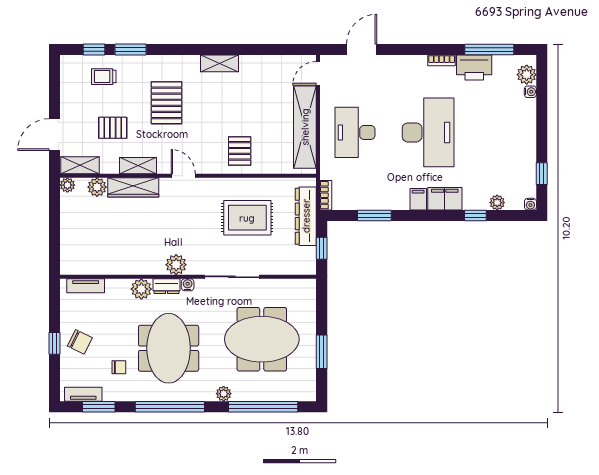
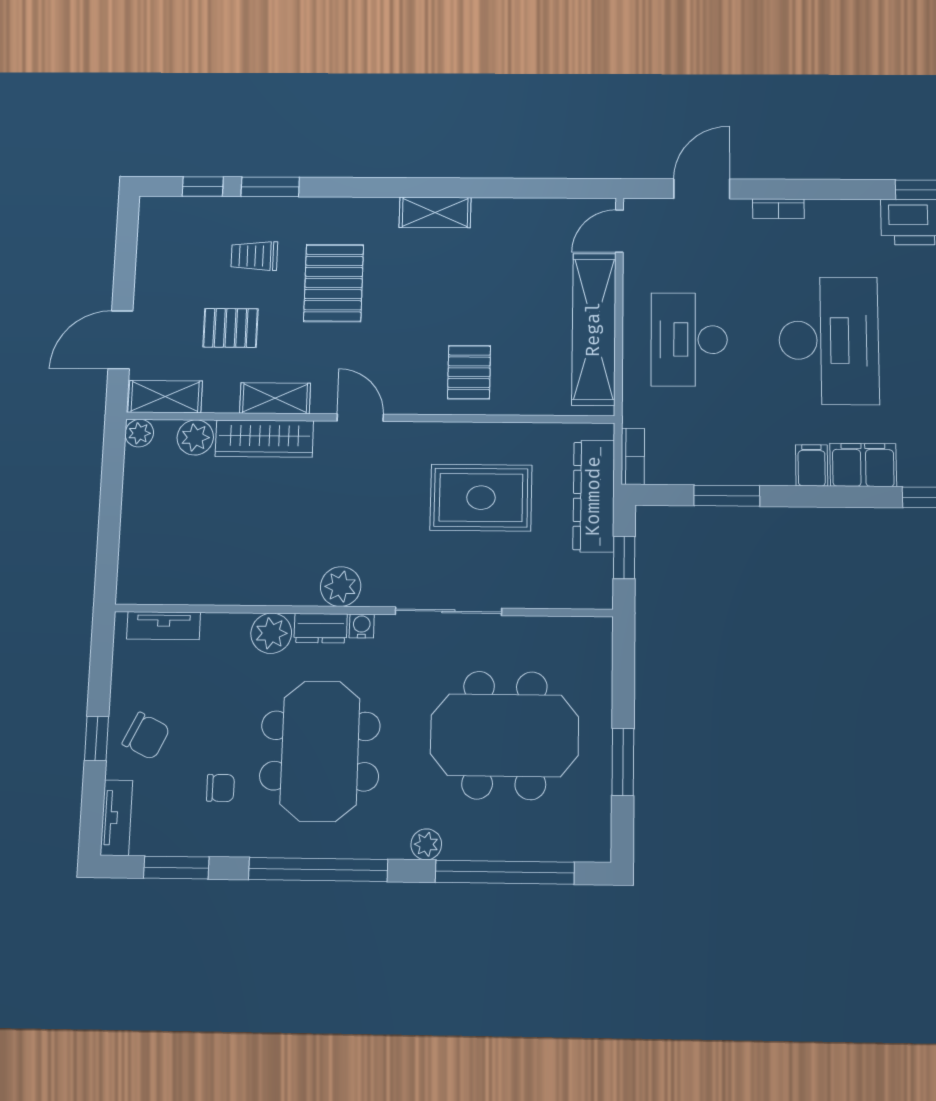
bookcase: (442, 60) -> (778, 209), moved
trolley: (104, 77) -> (254, 256), moved
tv unit: (83, 394) -> (116, 818), moved, turned 90

